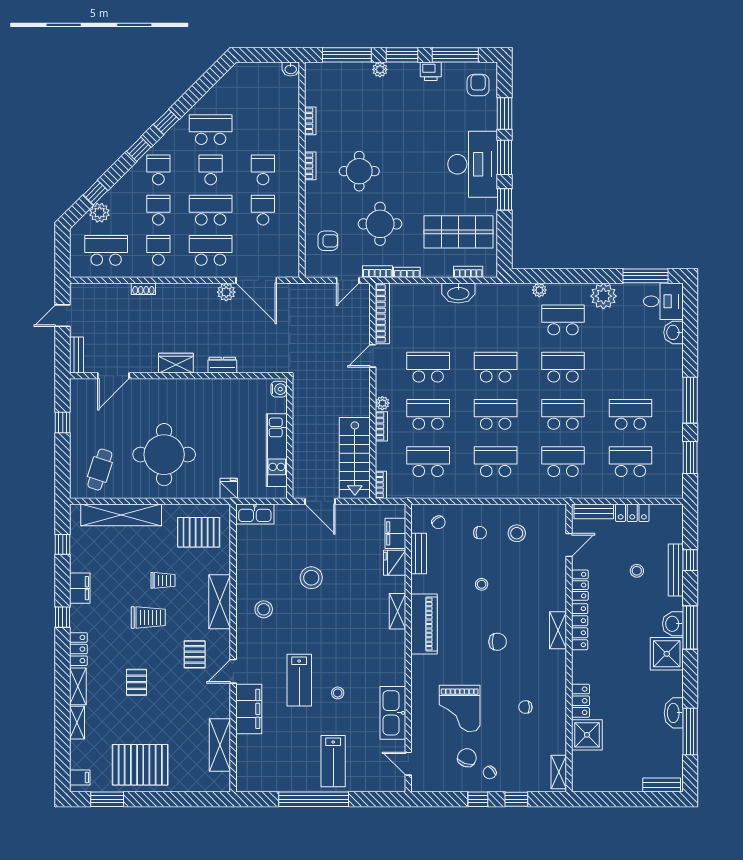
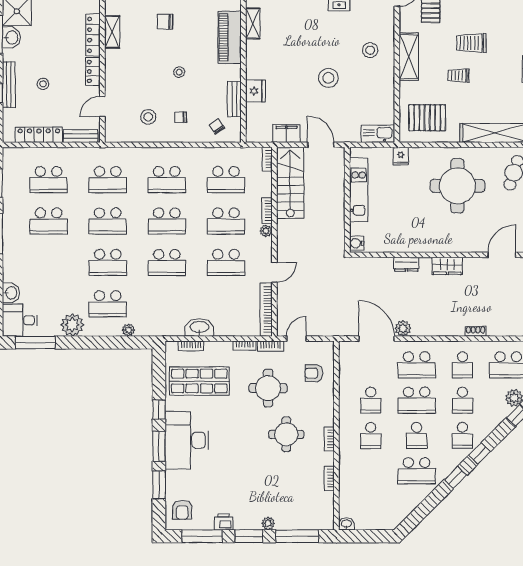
locker: (632, 513) -> (39, 135), width x1.53
filing cabinet: (395, 533) -> (286, 134), moved, turned -90
shelving: (397, 611) -> (253, 23), moved

